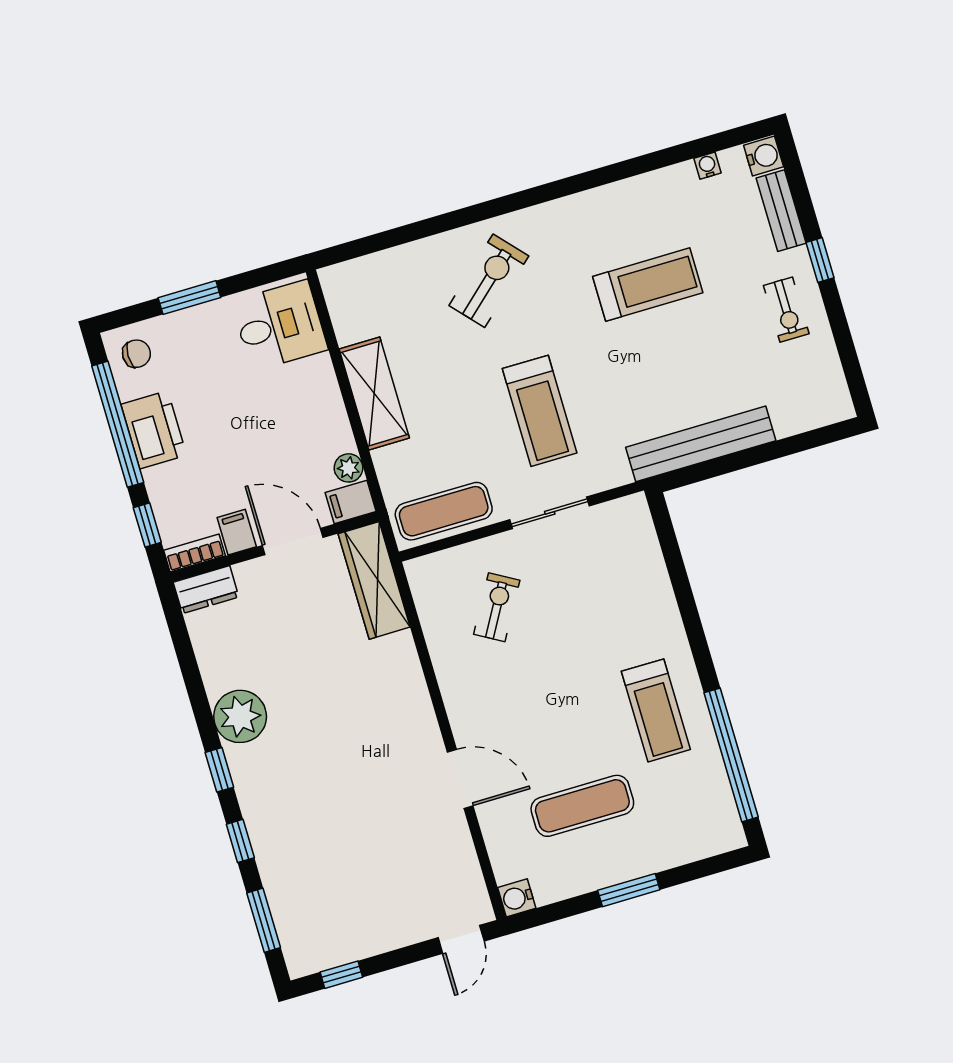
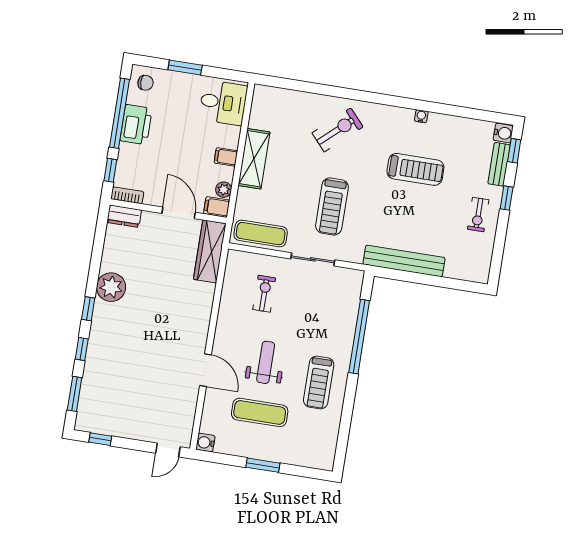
water cooler: (708, 166) -> (421, 116), moved
window: (795, 177) -> (514, 151), added
filing cabinet: (237, 532) -> (226, 157), moved, turned -90
exercise bike: (497, 607) -> (264, 294), turned -30
weight bench: (553, 719) -> (266, 362), added
window: (731, 755) -> (359, 337), moved

